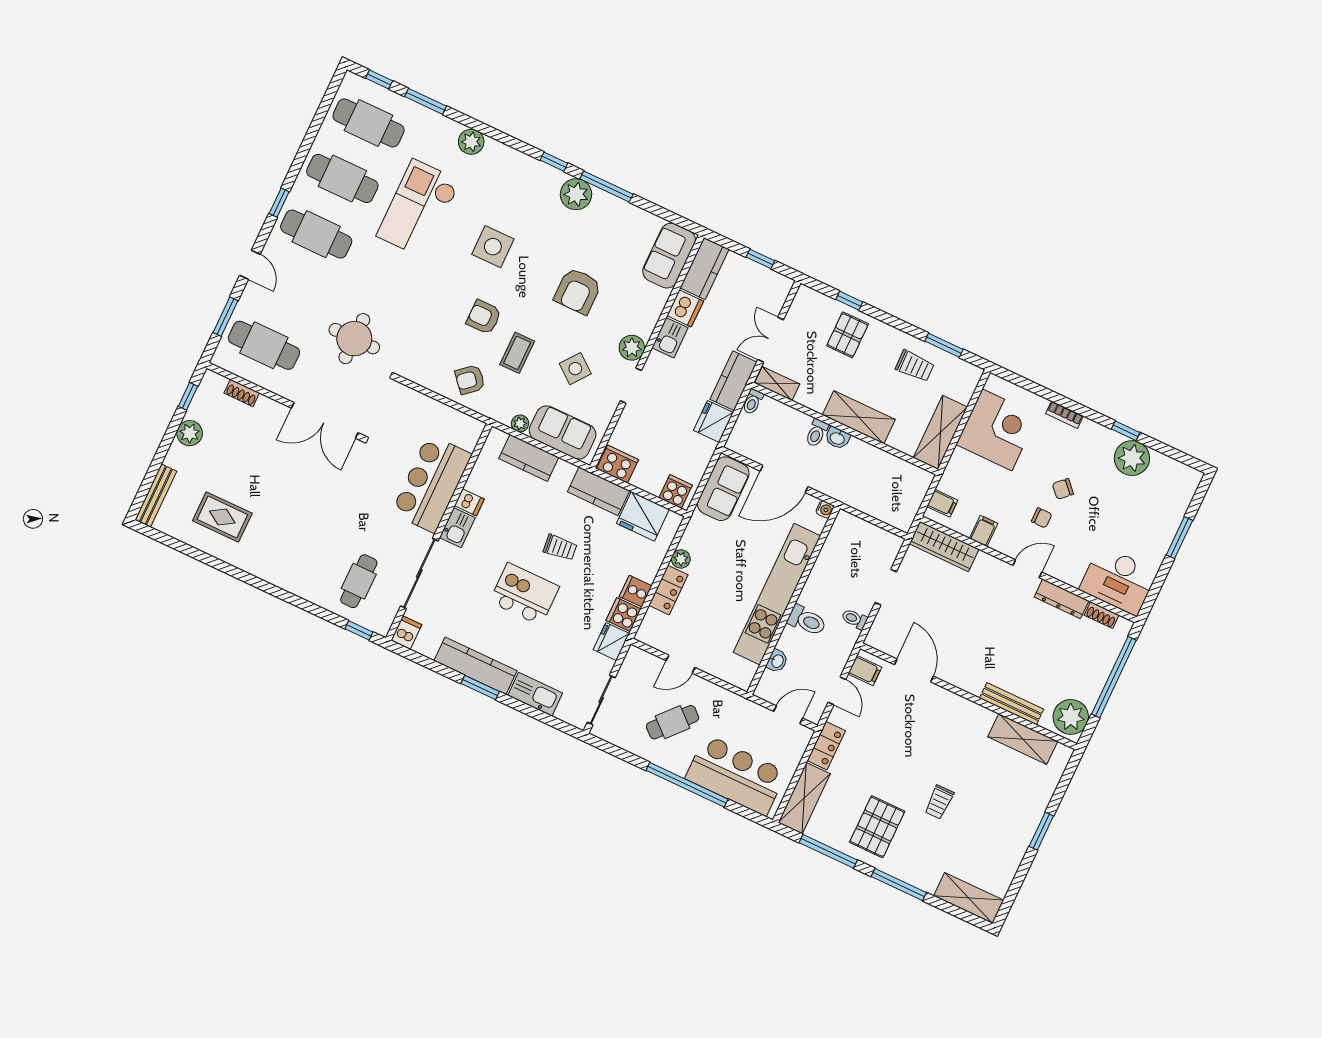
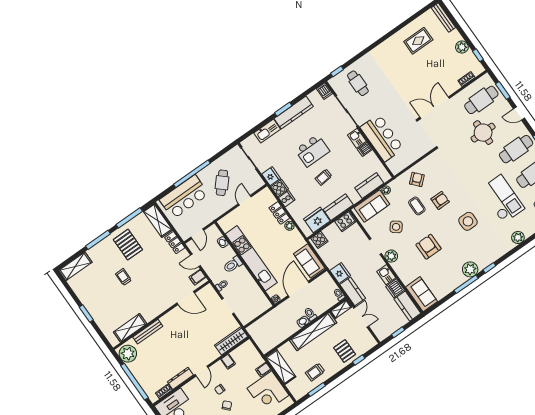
round table: (354, 339) -> (483, 133), moved
shelving: (859, 417) -> (313, 331), width x1.47
filing cabinet: (942, 503) -> (263, 370), moved

